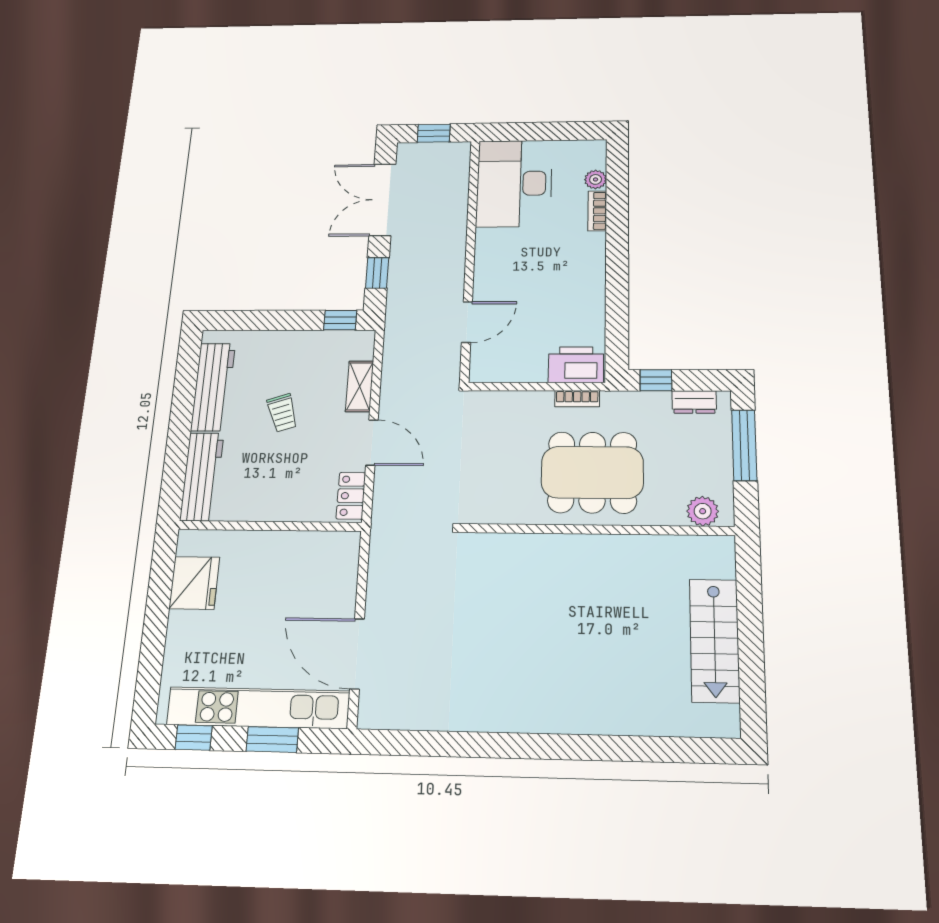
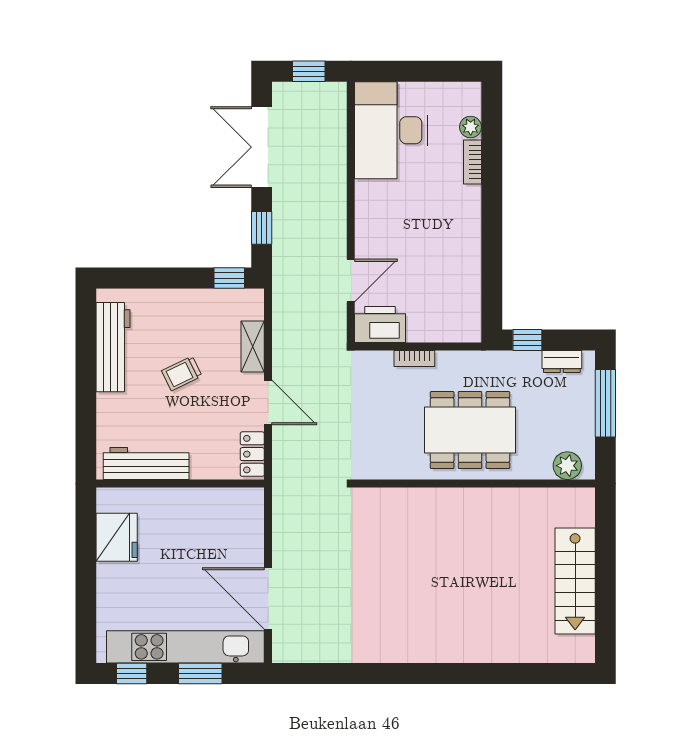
printer: (576, 365) -> (380, 324), moved
bookcase: (577, 399) -> (414, 359), moved
trolley: (282, 413) -> (182, 373), turned 82
workbench: (202, 477) -> (146, 464), moved, turned -90

